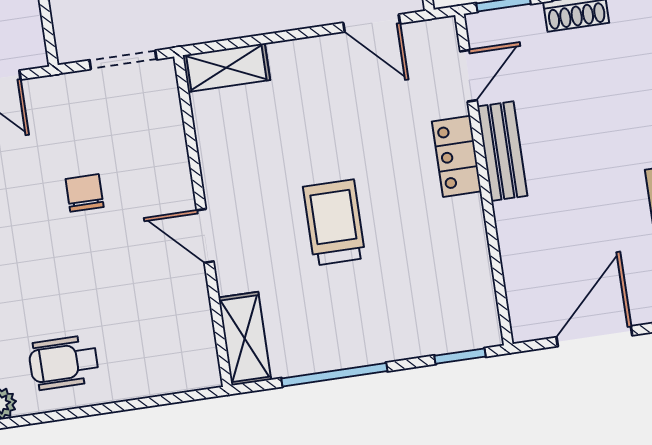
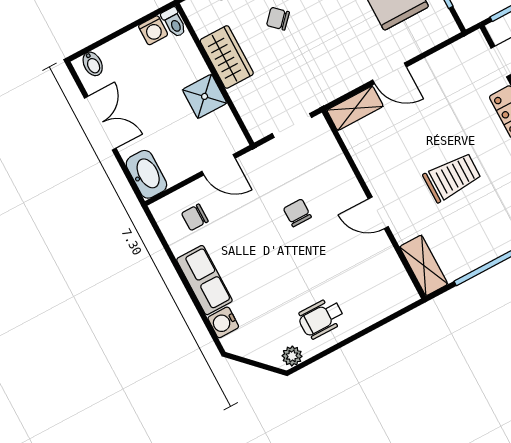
door: (372, 23) -> (390, 73), moved
trolley: (334, 222) -> (452, 177), turned 90

